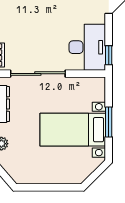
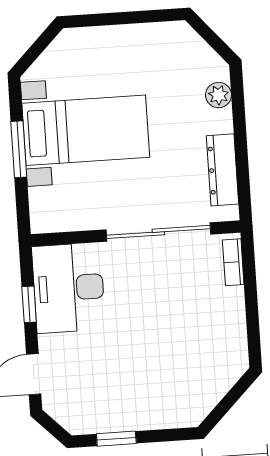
window: (109, 55) -> (29, 304), moved

